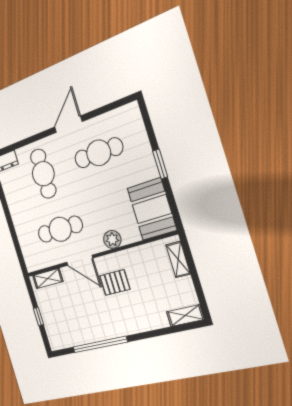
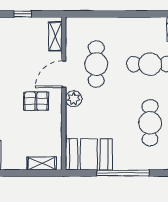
window: (160, 164) -> (123, 173), width x2.11
plant: (112, 239) -> (74, 99), moved
pallet: (115, 282) -> (36, 101), turned 90

